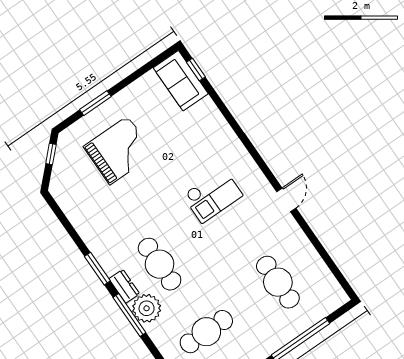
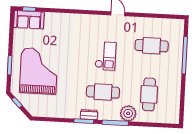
grand piano: (119, 150) -> (39, 71), width x1.37, depth x1.48
checkout: (213, 195) -> (106, 56), moved
dresser: (124, 286) -> (89, 115), moved
plant: (147, 308) -> (128, 113), moved

